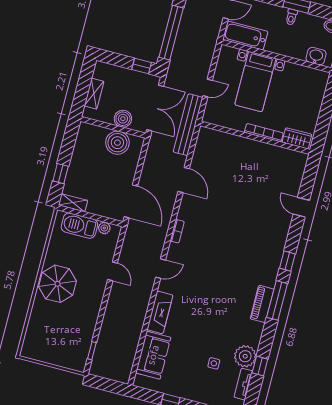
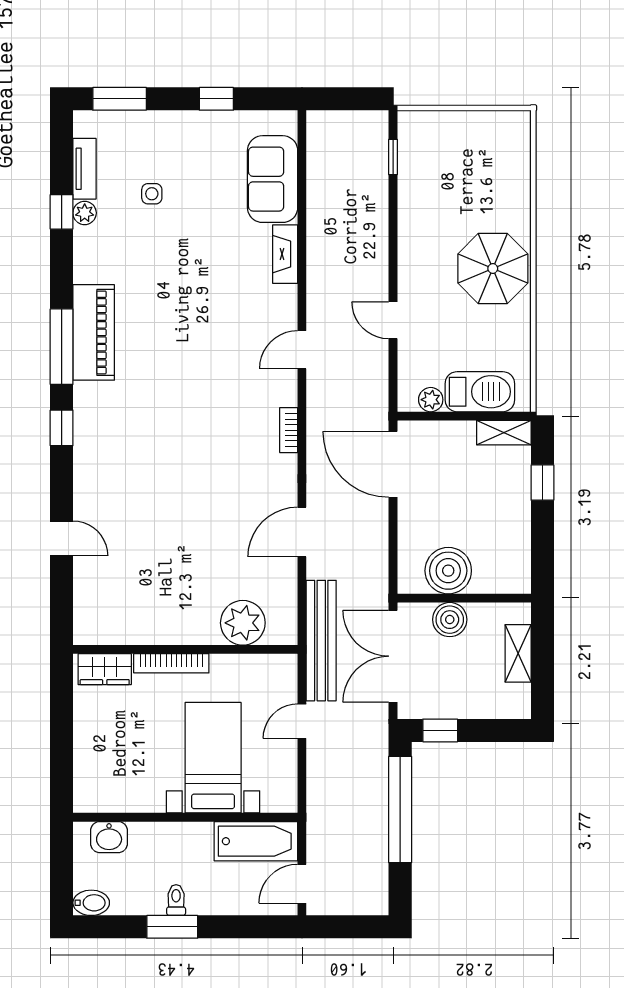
plant: (224, 143) -> (243, 623), added
door: (184, 180) -> (302, 532), hinge flipped
piano: (262, 304) -> (94, 332), width x1.37, depth x1.33
fireplace: (160, 312) -> (285, 254), width x0.73, depth x0.76
plant: (245, 356) -> (85, 213), width x0.53, depth x0.53

